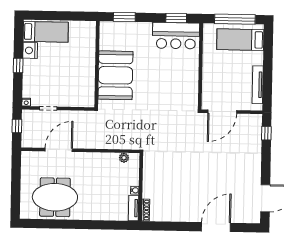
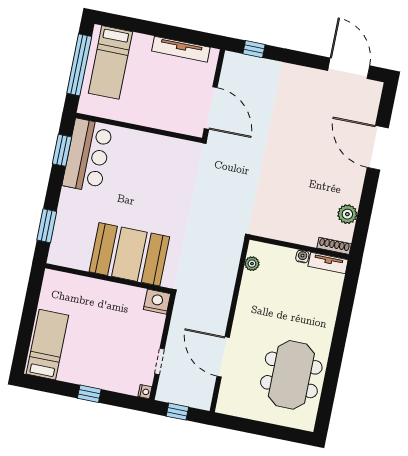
nightstand: (30, 50) -> (157, 302), moved, turned 180
plant: (168, 215) -> (347, 214), added

